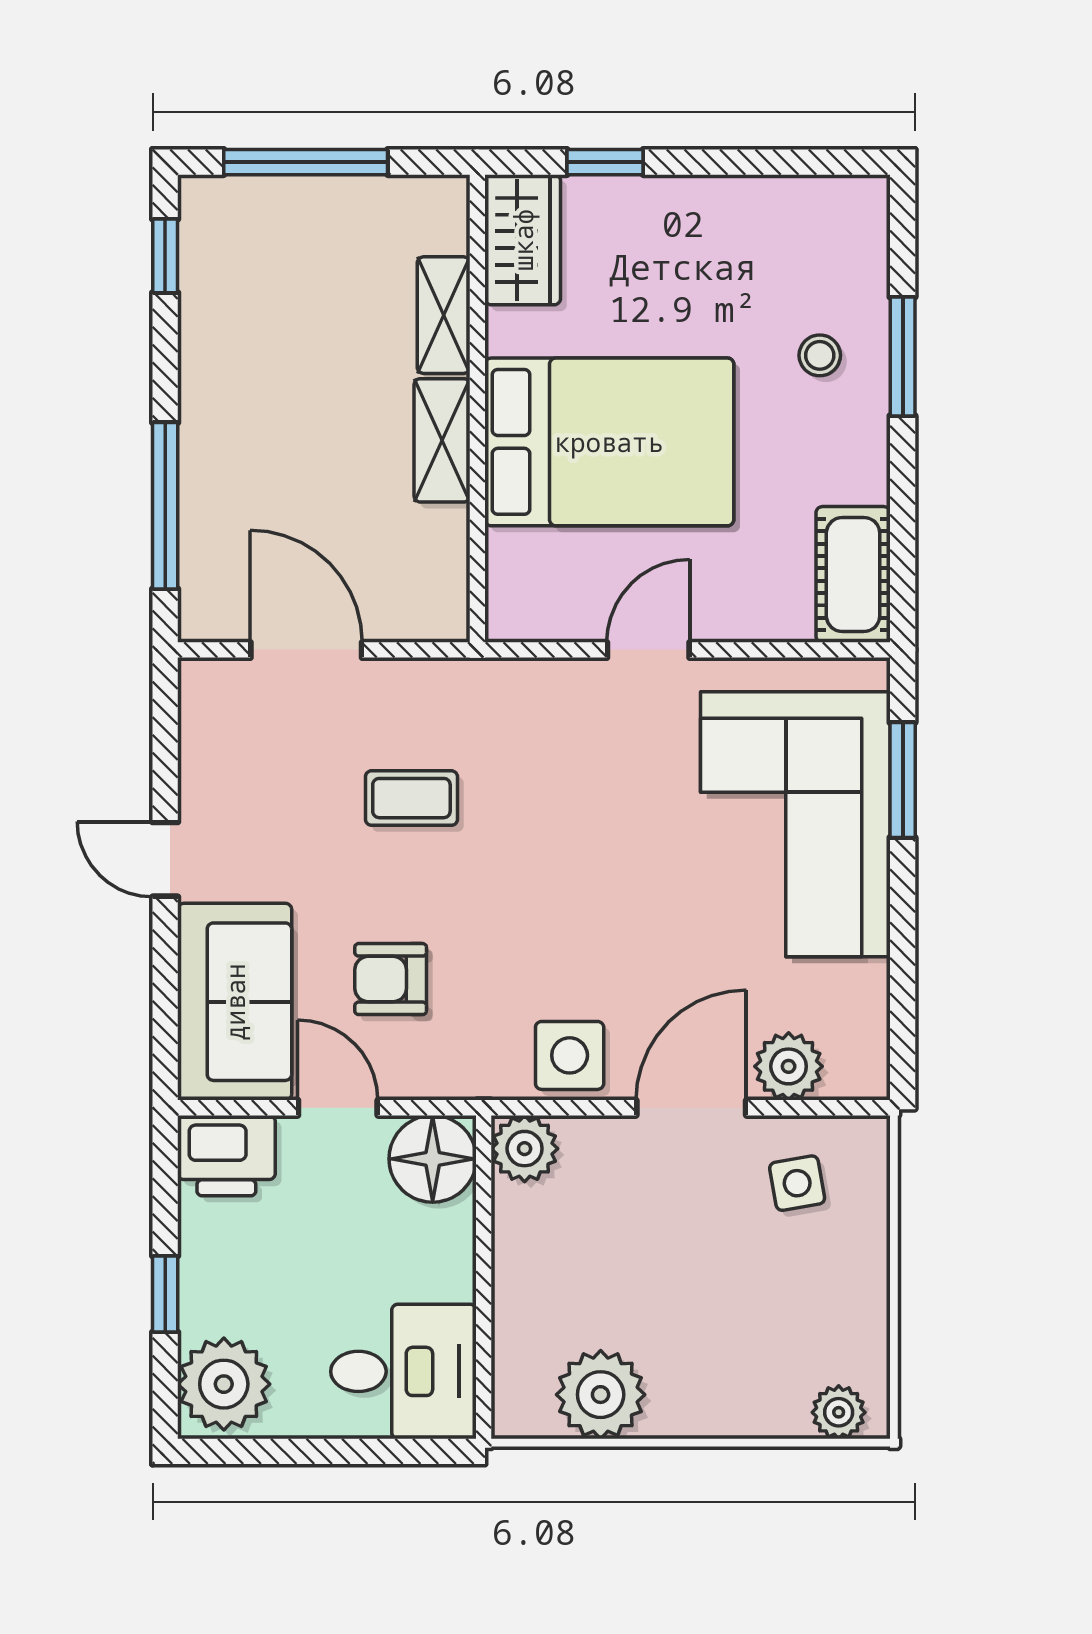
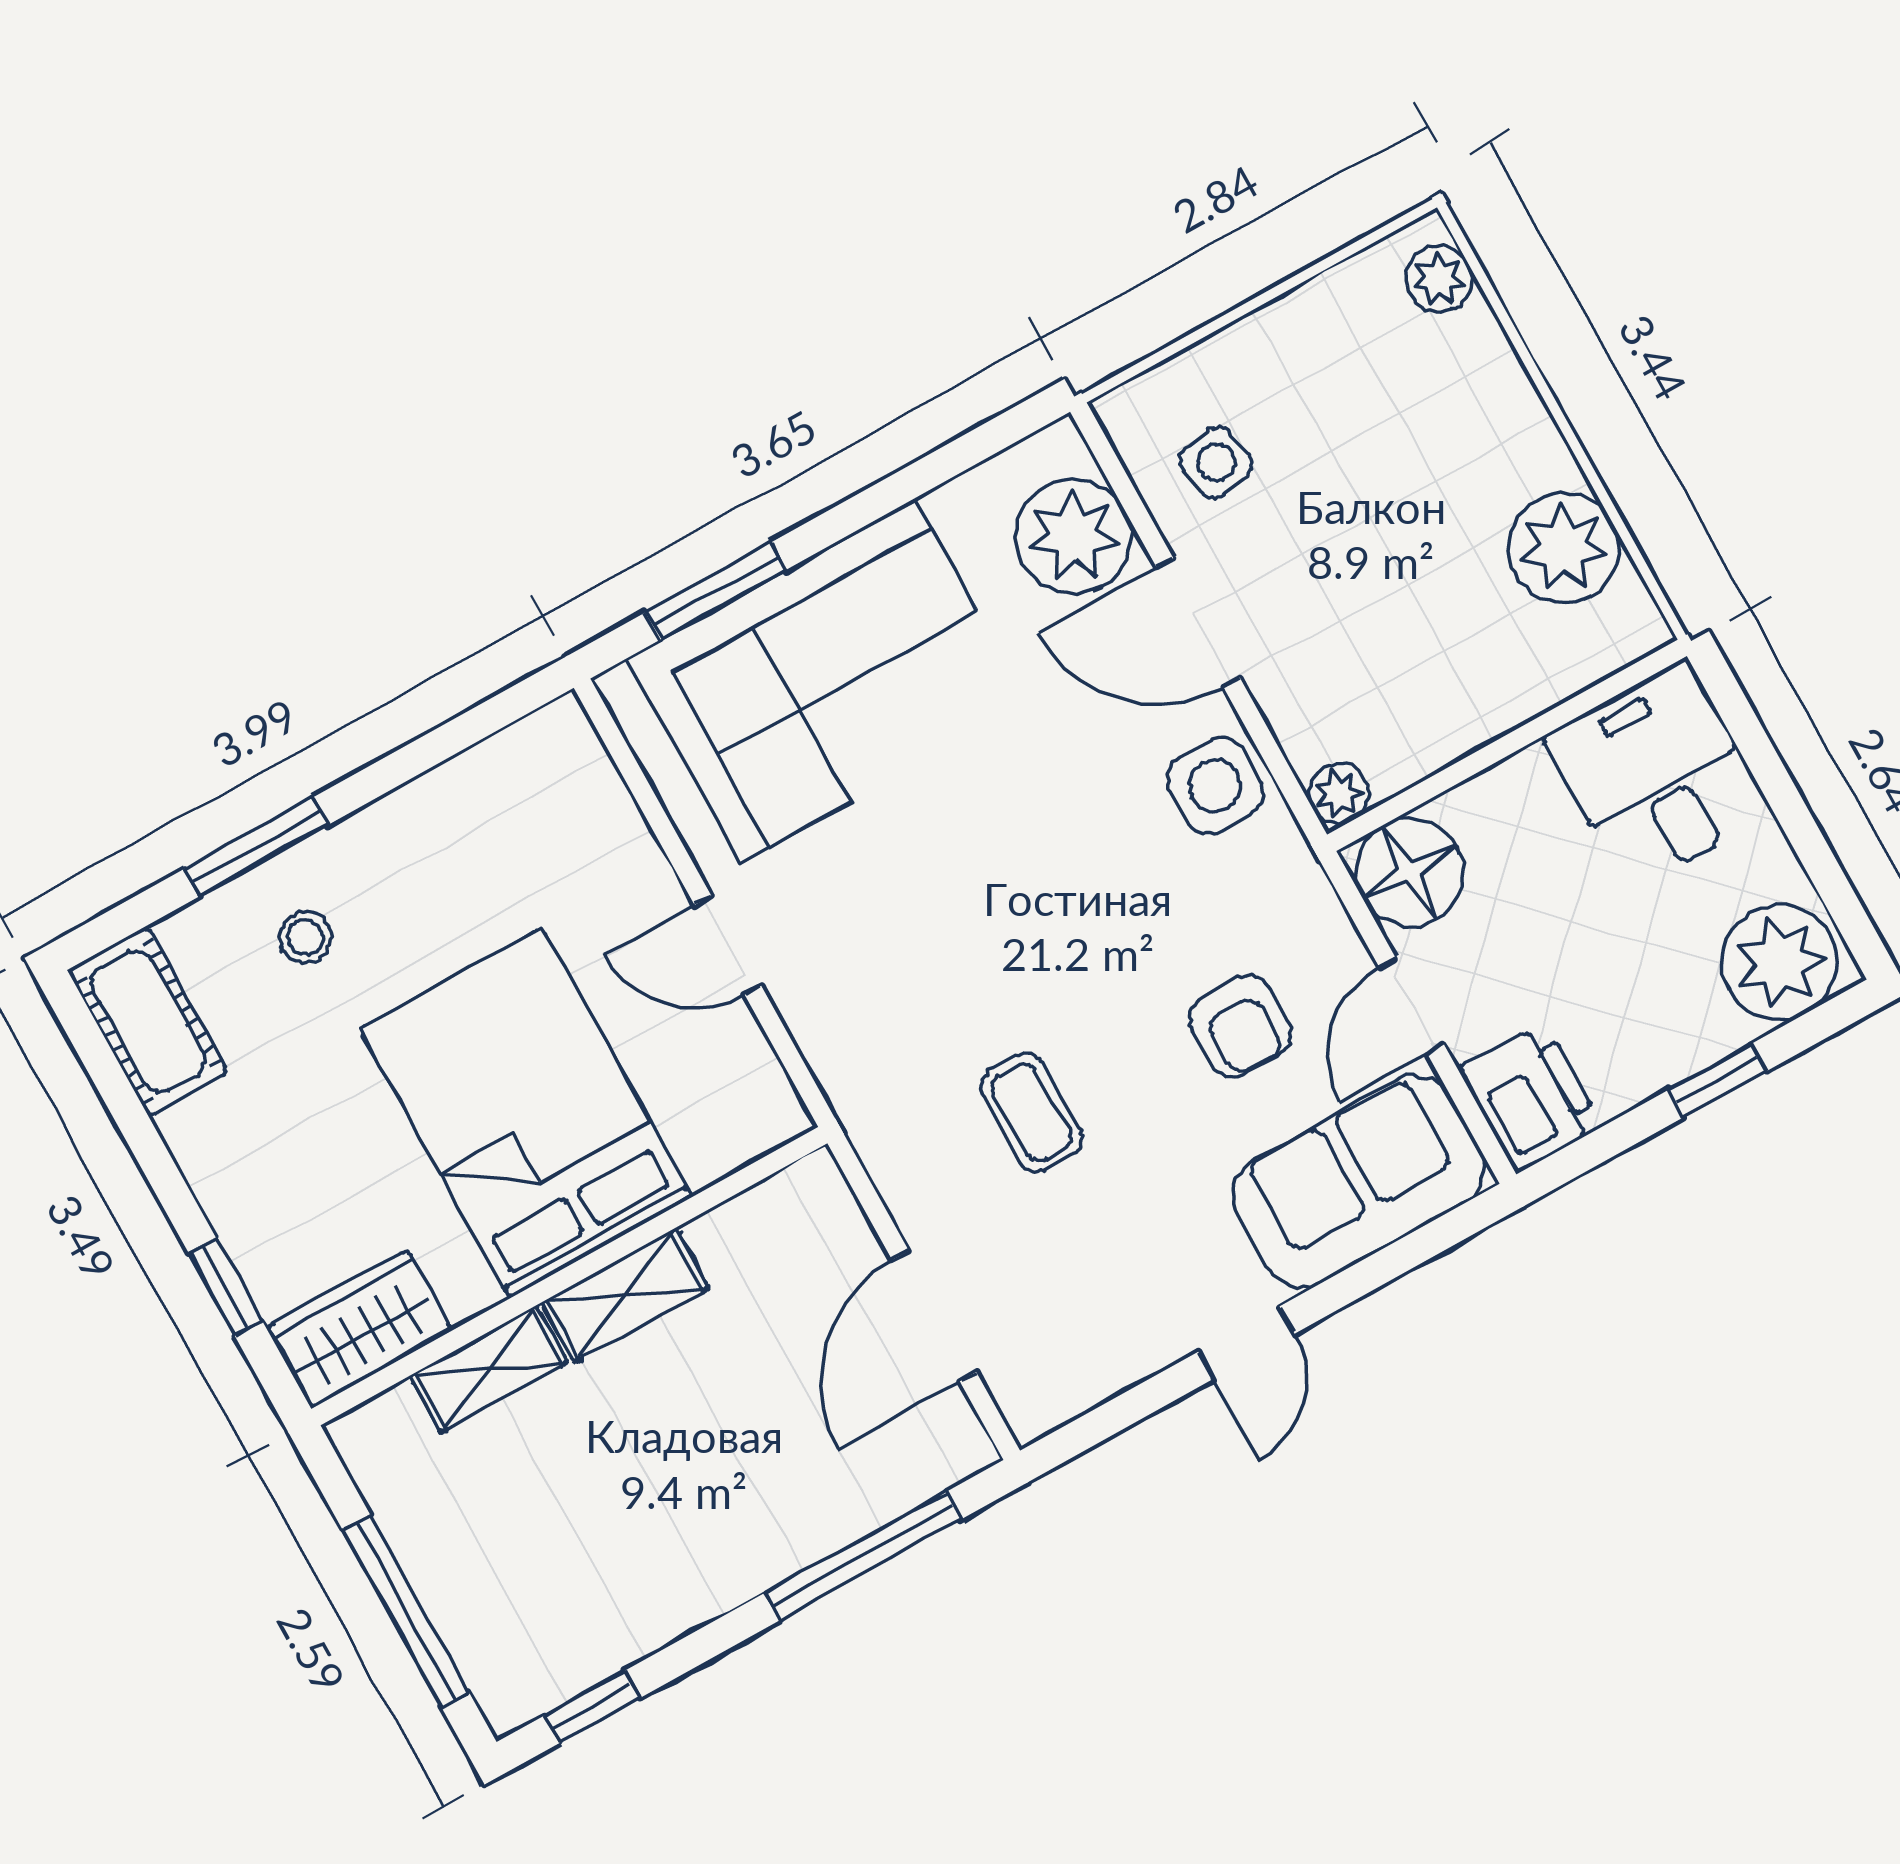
cot: (853, 574) -> (148, 1021), moved, turned 90
plant: (789, 1066) -> (1074, 536), width x1.36, depth x1.36
plant: (525, 1149) -> (1339, 794), width x0.73, depth x0.73

